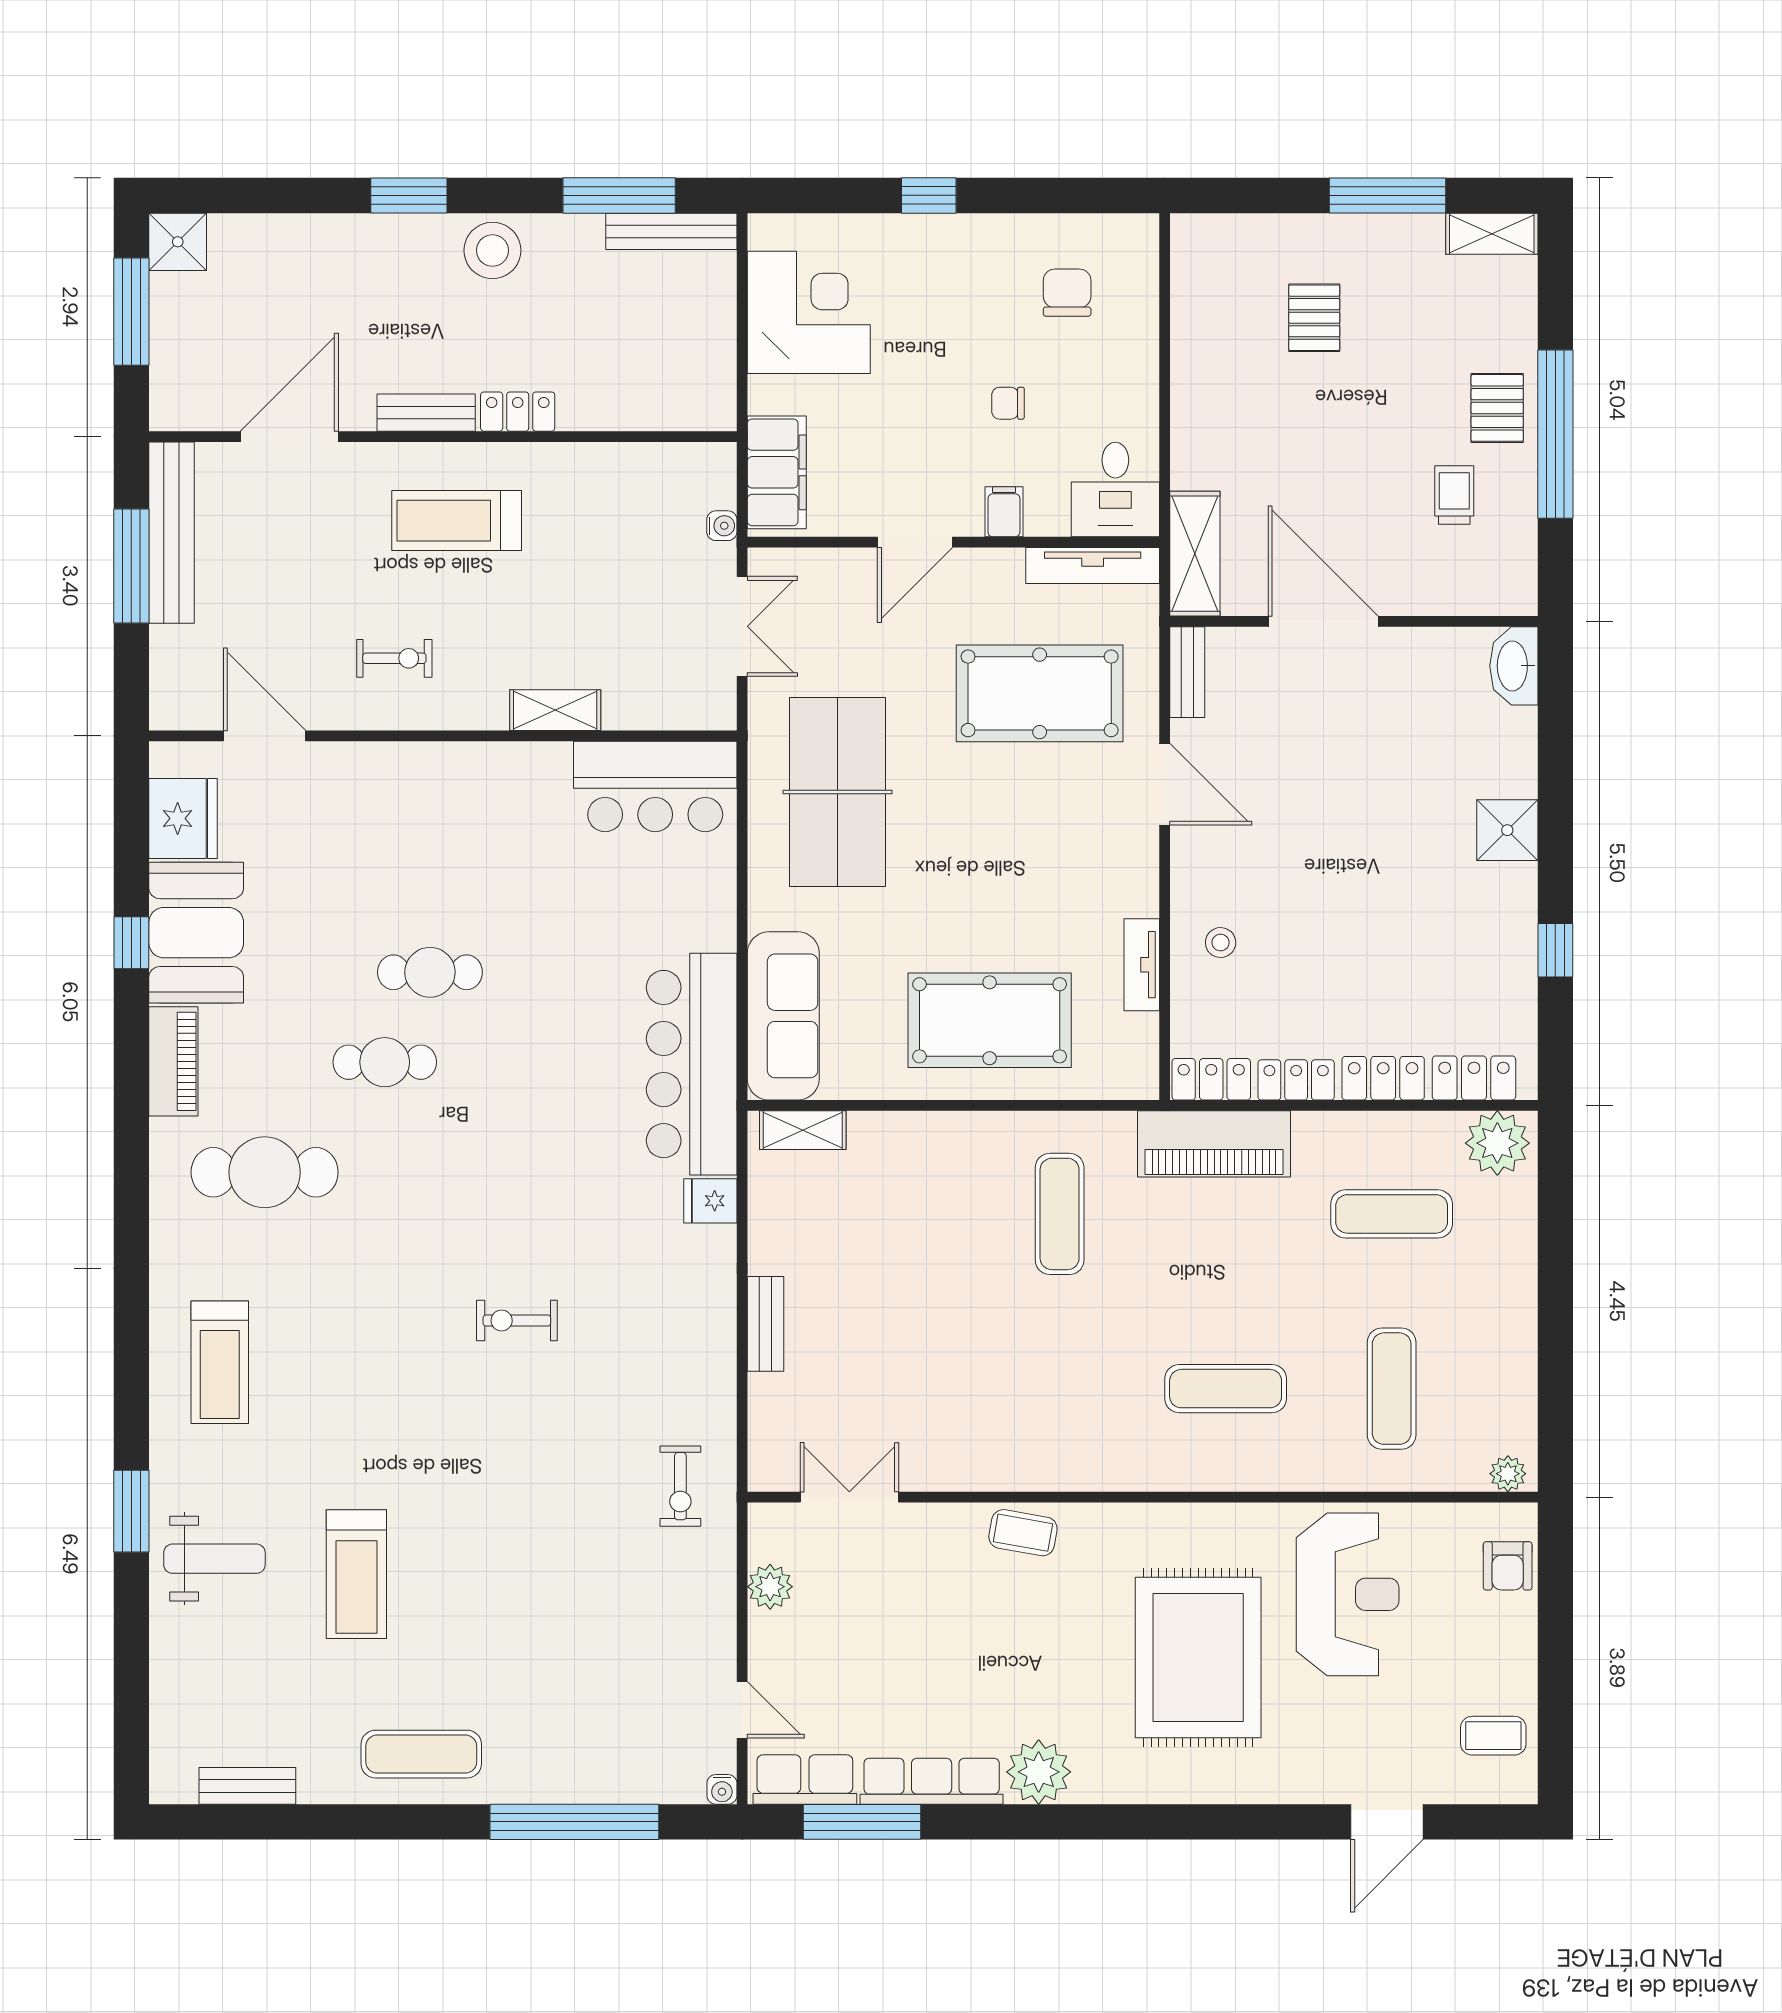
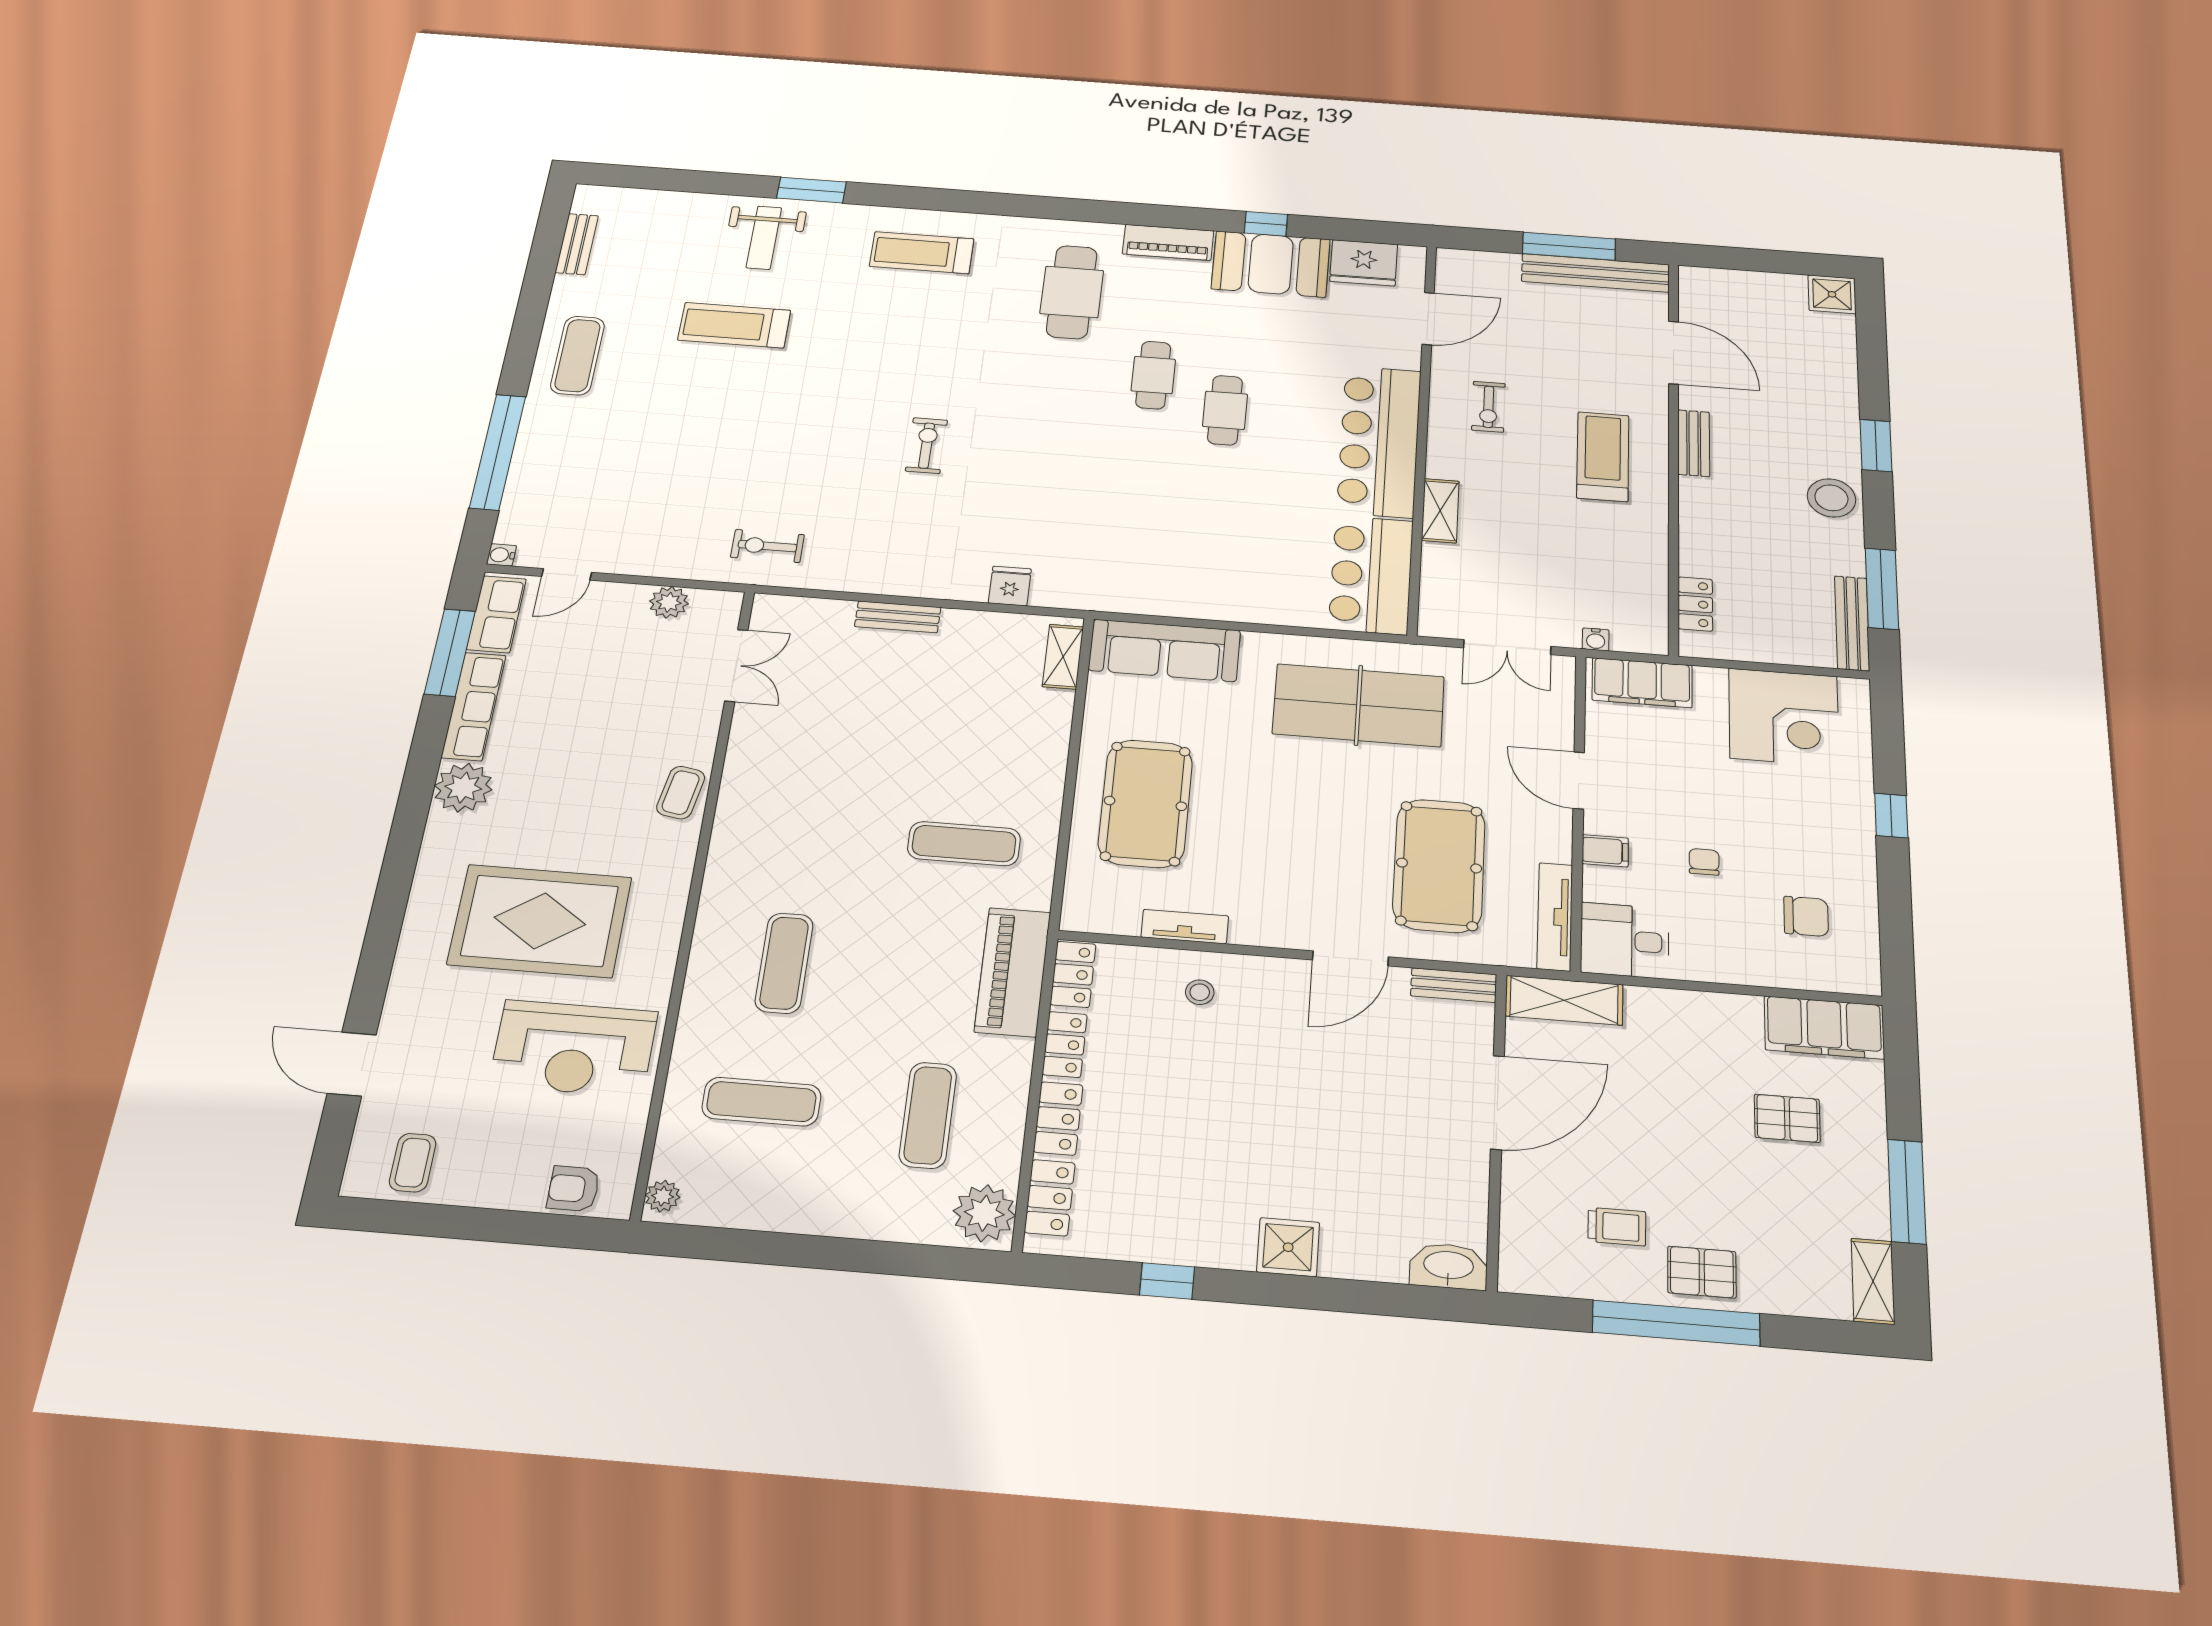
filing cabinet: (1203, 276) -> (1824, 1028), added
window: (131, 312) -> (1775, 261), removed
locker: (518, 412) -> (1695, 604), moved
bar counter: (692, 1064) -> (1379, 441), moved, turned -90

